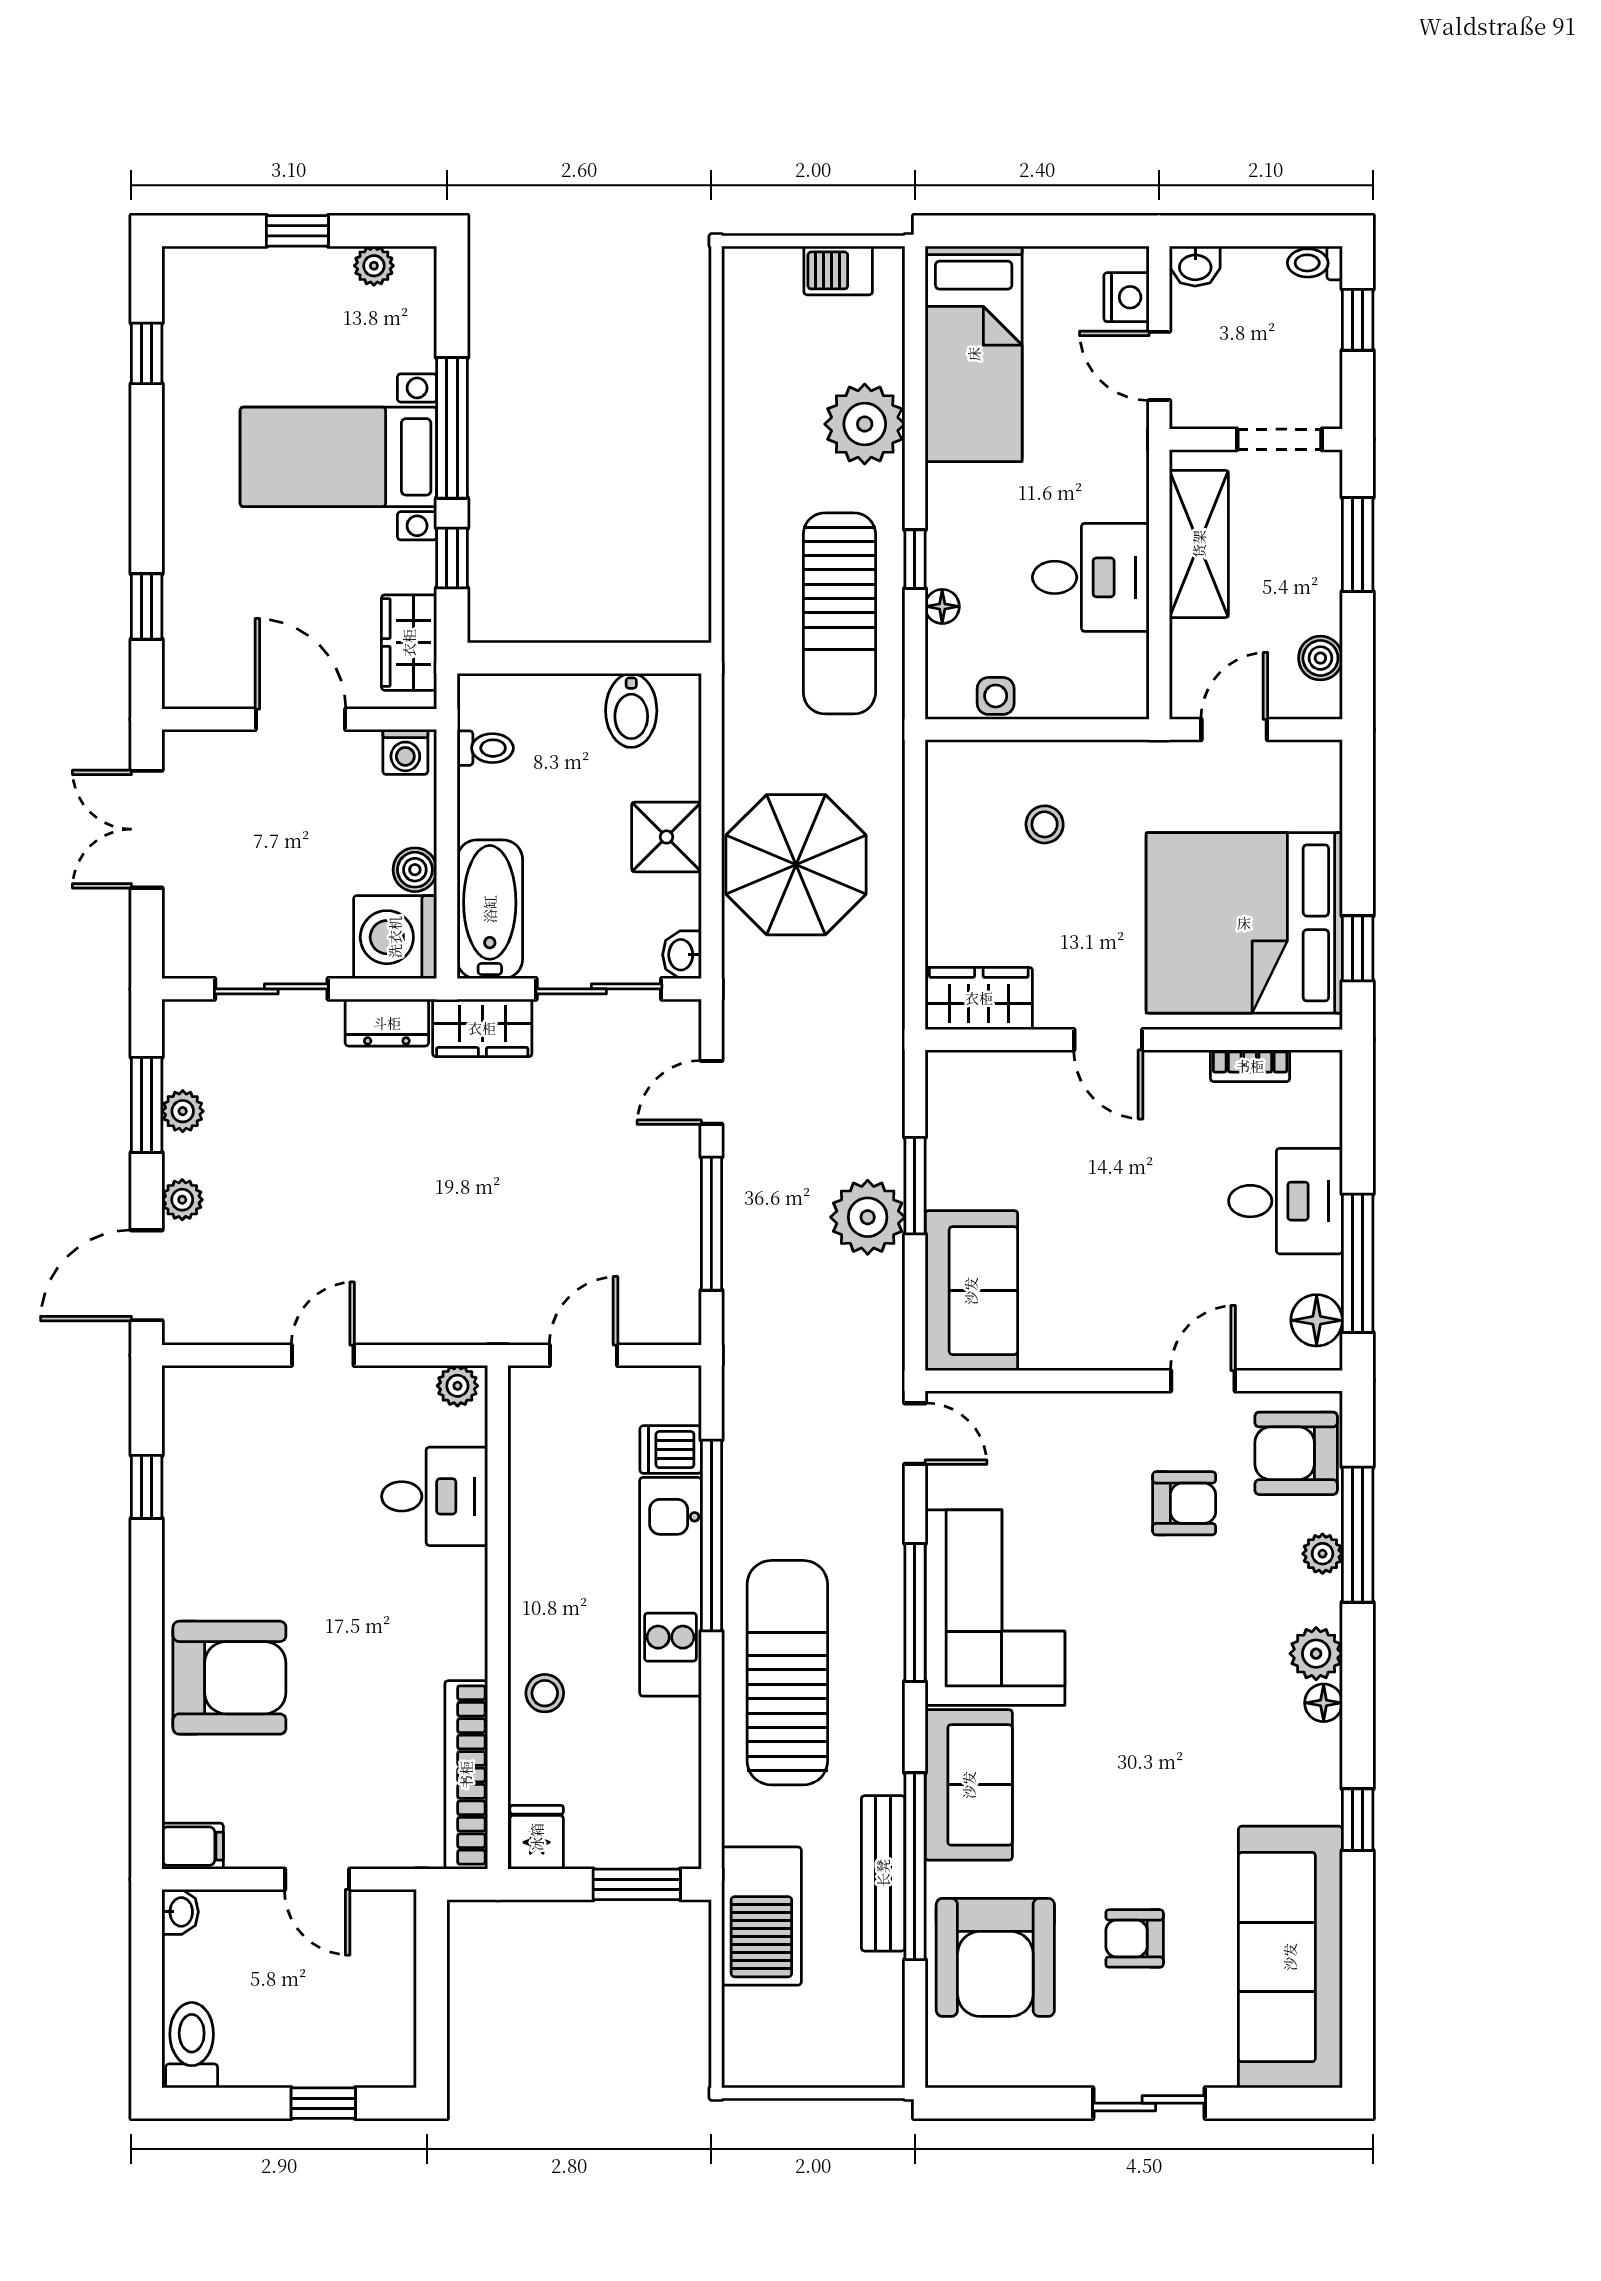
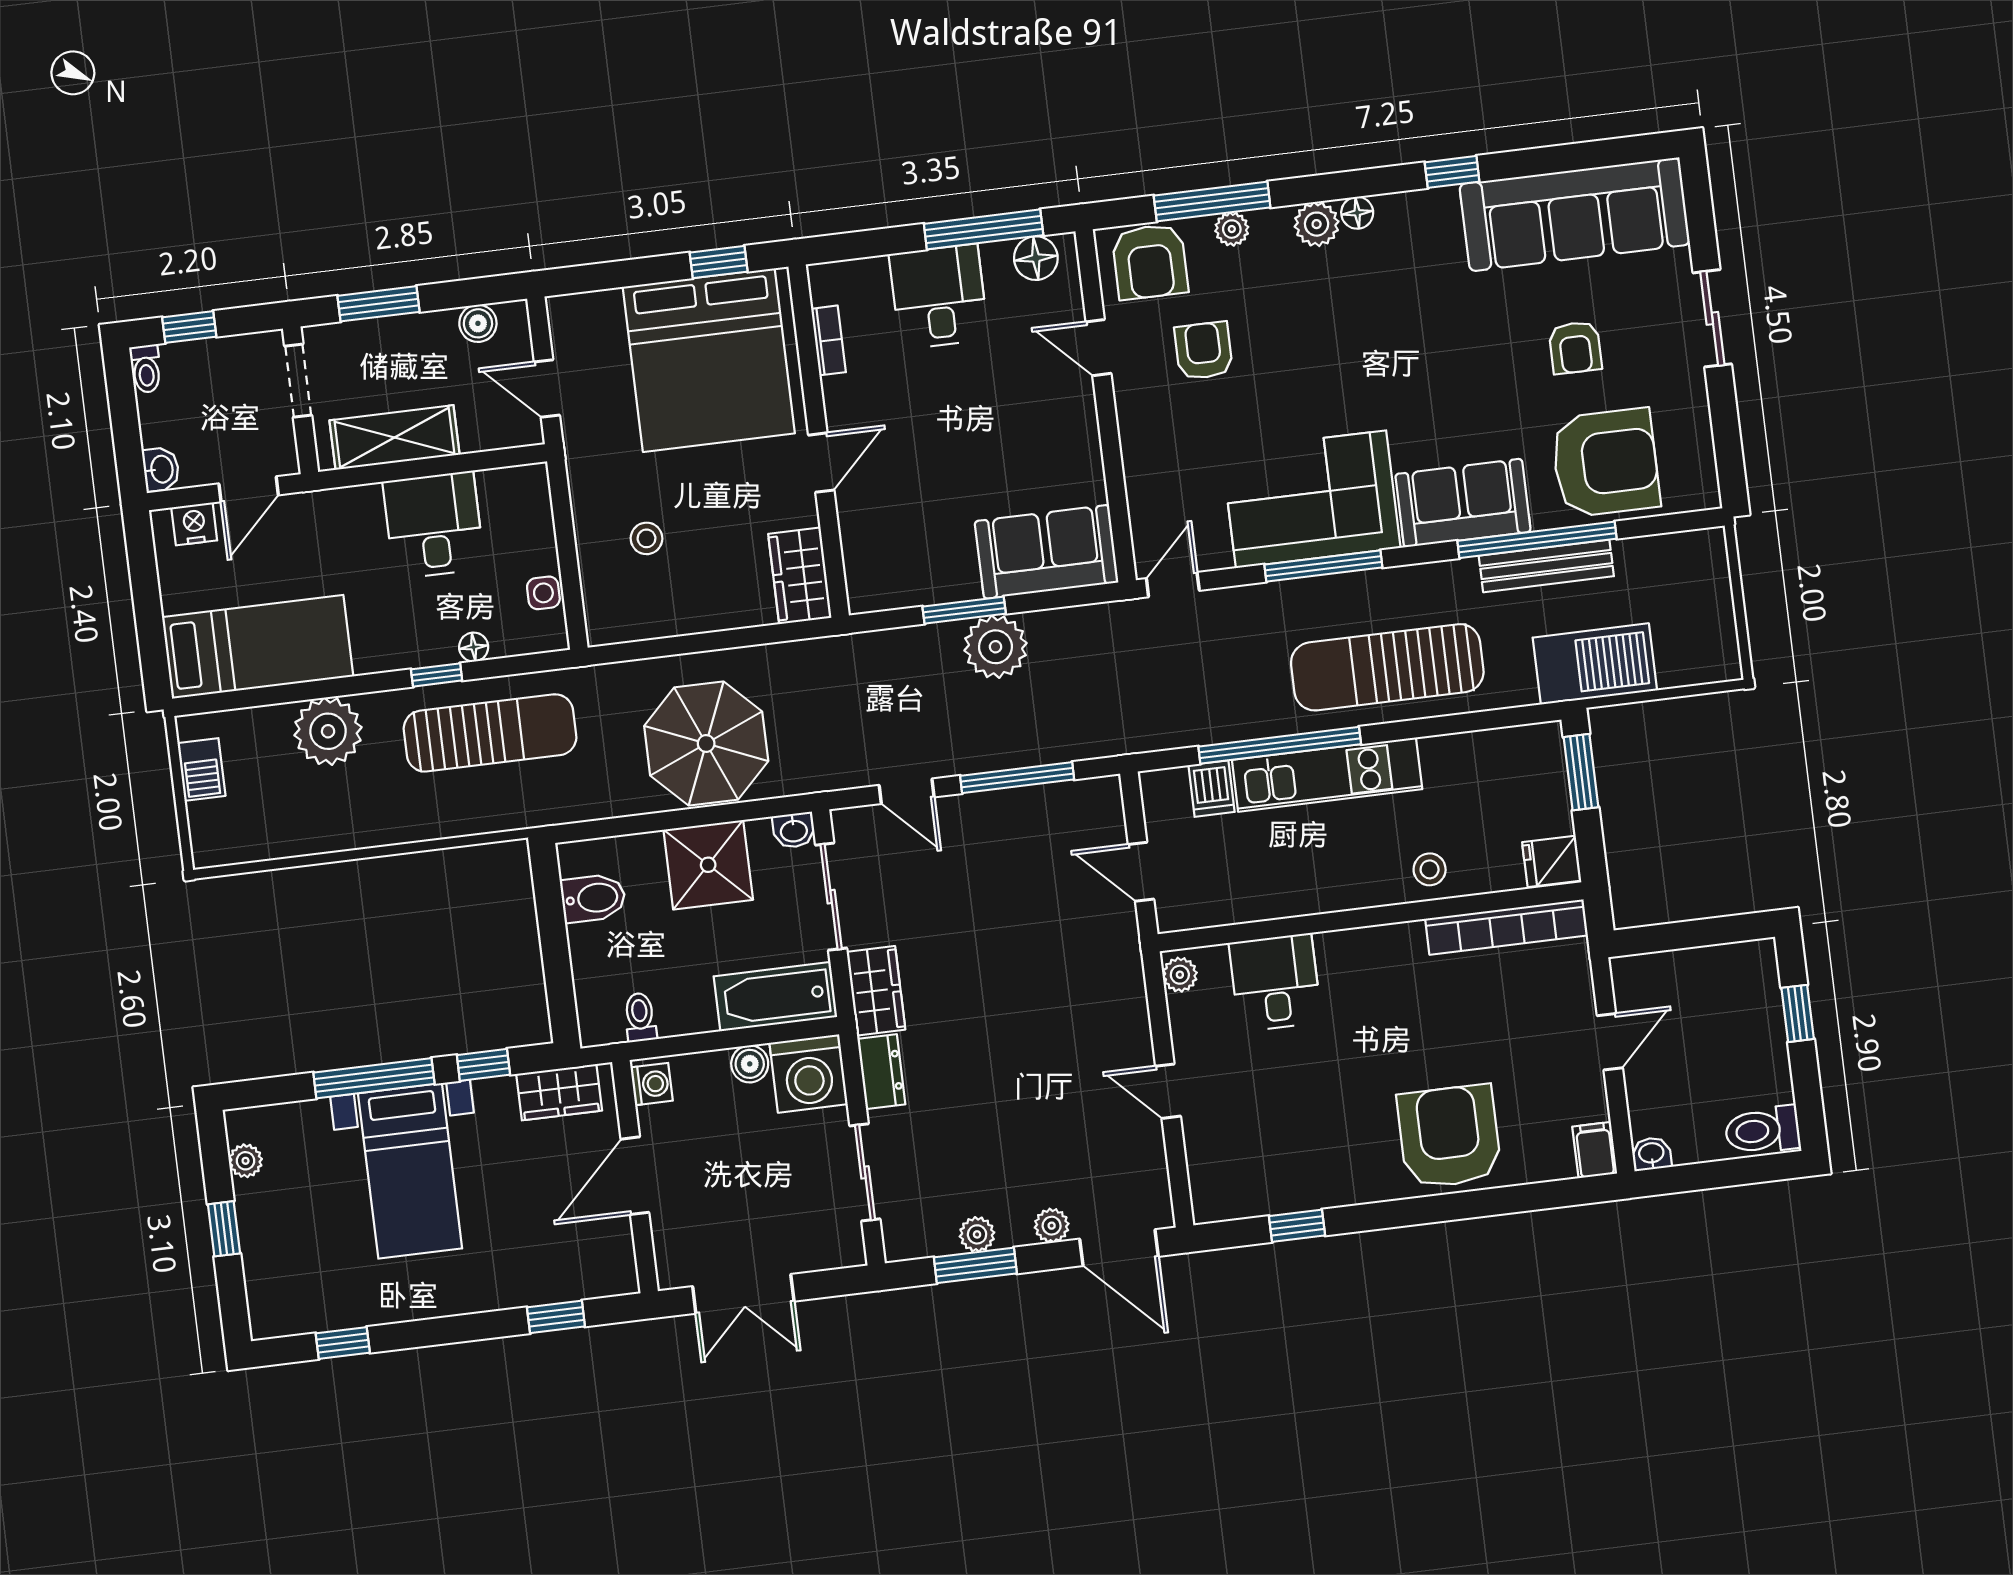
shower: (666, 837) -> (708, 865), width x1.36, depth x1.36

